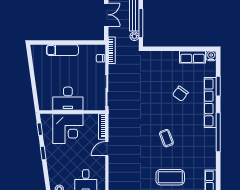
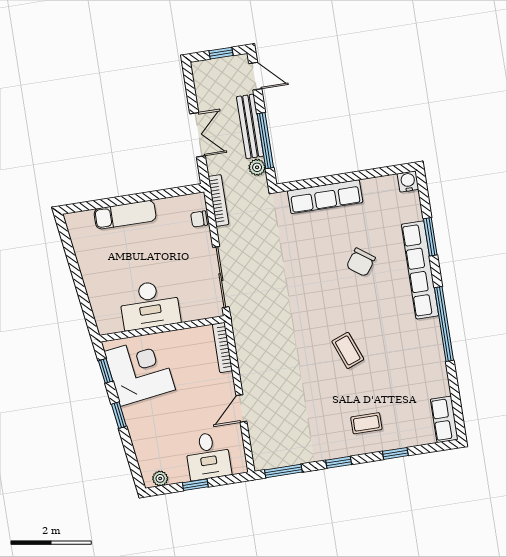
row of seats: (193, 57) -> (325, 197), moved, width x1.48
corner desk: (68, 129) -> (140, 371), moved, turned -98
door: (107, 149) -> (241, 408), moved
coffee table: (170, 177) -> (366, 423), width x0.54, depth x0.58

